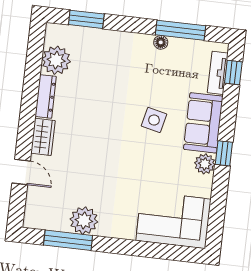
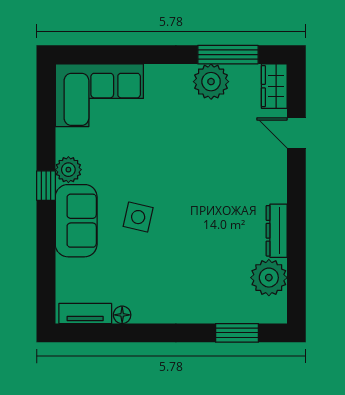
window: (181, 30) -> (118, 333), removed
floor lamp: (161, 42) -> (122, 315), moved
tv unit: (218, 73) -> (85, 313), moved, turned -90
window: (233, 73) -> (46, 288), removed
wardrobe: (43, 137) -> (274, 86), moved

